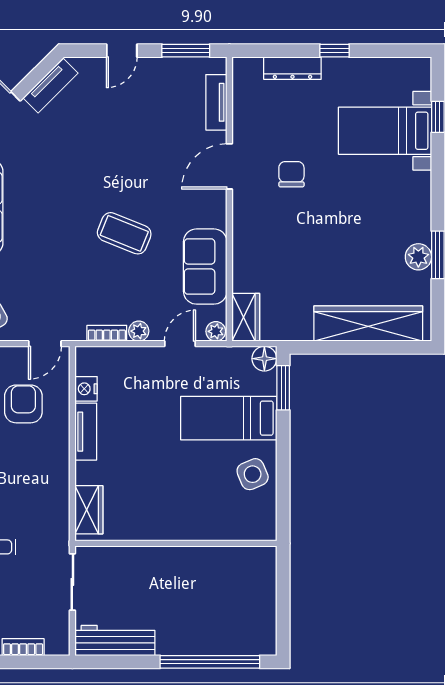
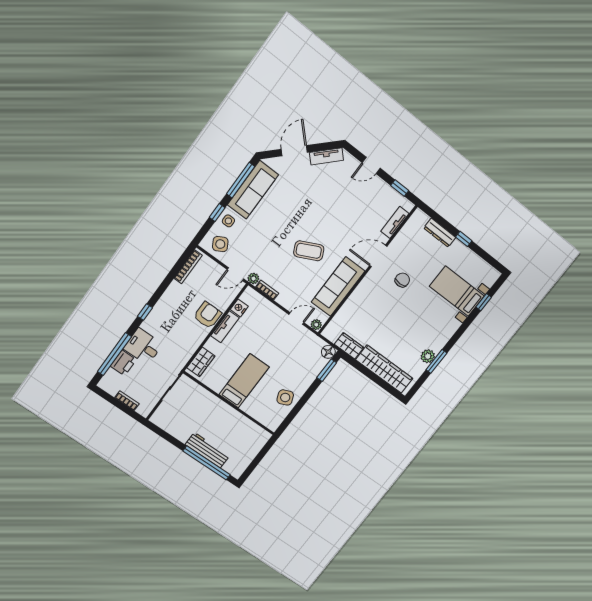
window: (186, 51) -> (400, 188), width x0.67
coffee table: (124, 233) -> (309, 251), turned -48
sofa: (205, 267) -> (338, 287), width x1.36
wardrobe: (246, 317) -> (349, 346), moved, turned -90
plant: (139, 331) -> (253, 278), moved
armchair: (23, 404) -> (207, 315), moved
bed: (229, 418) -> (244, 381), moved, turned 90
workbench: (115, 640) -> (207, 450), moved

